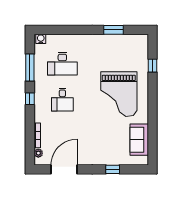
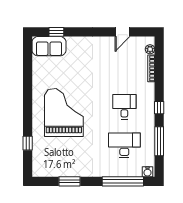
window: (64, 30) -> (123, 181), added
sofa: (139, 140) -> (49, 46), moved, turned 90
door: (64, 169) -> (123, 32), width x0.53
window: (113, 169) -> (56, 32), moved

